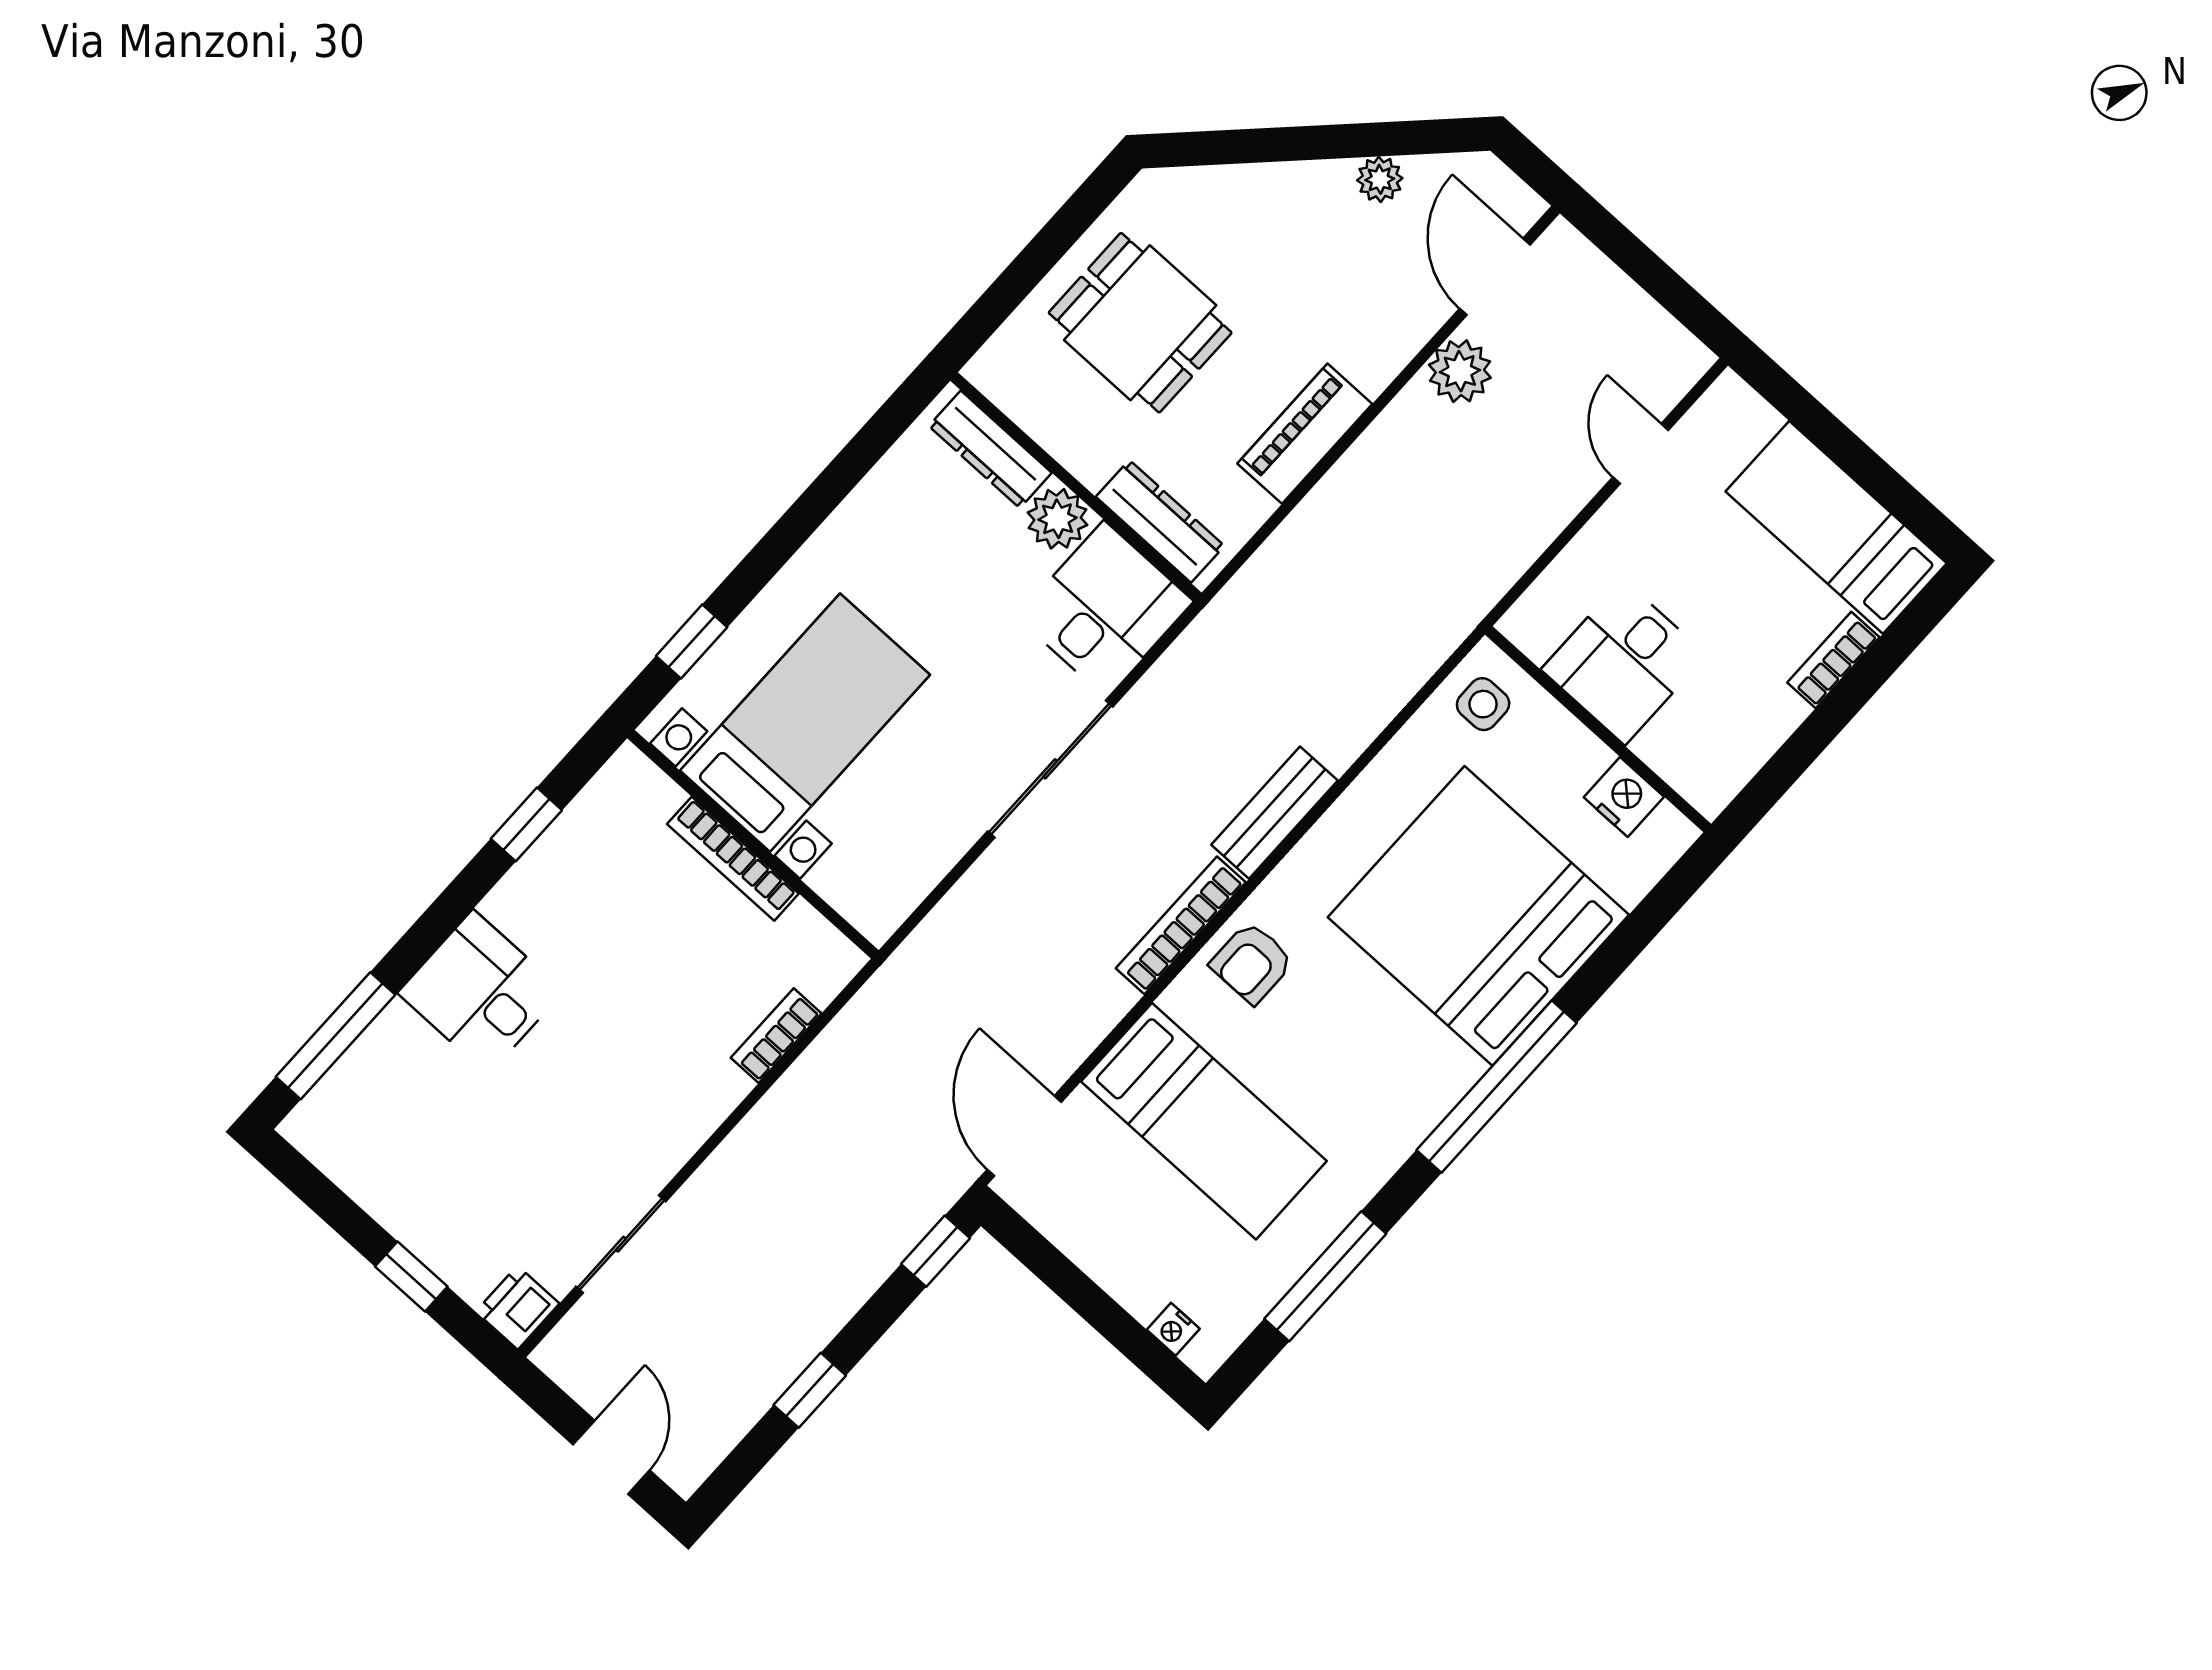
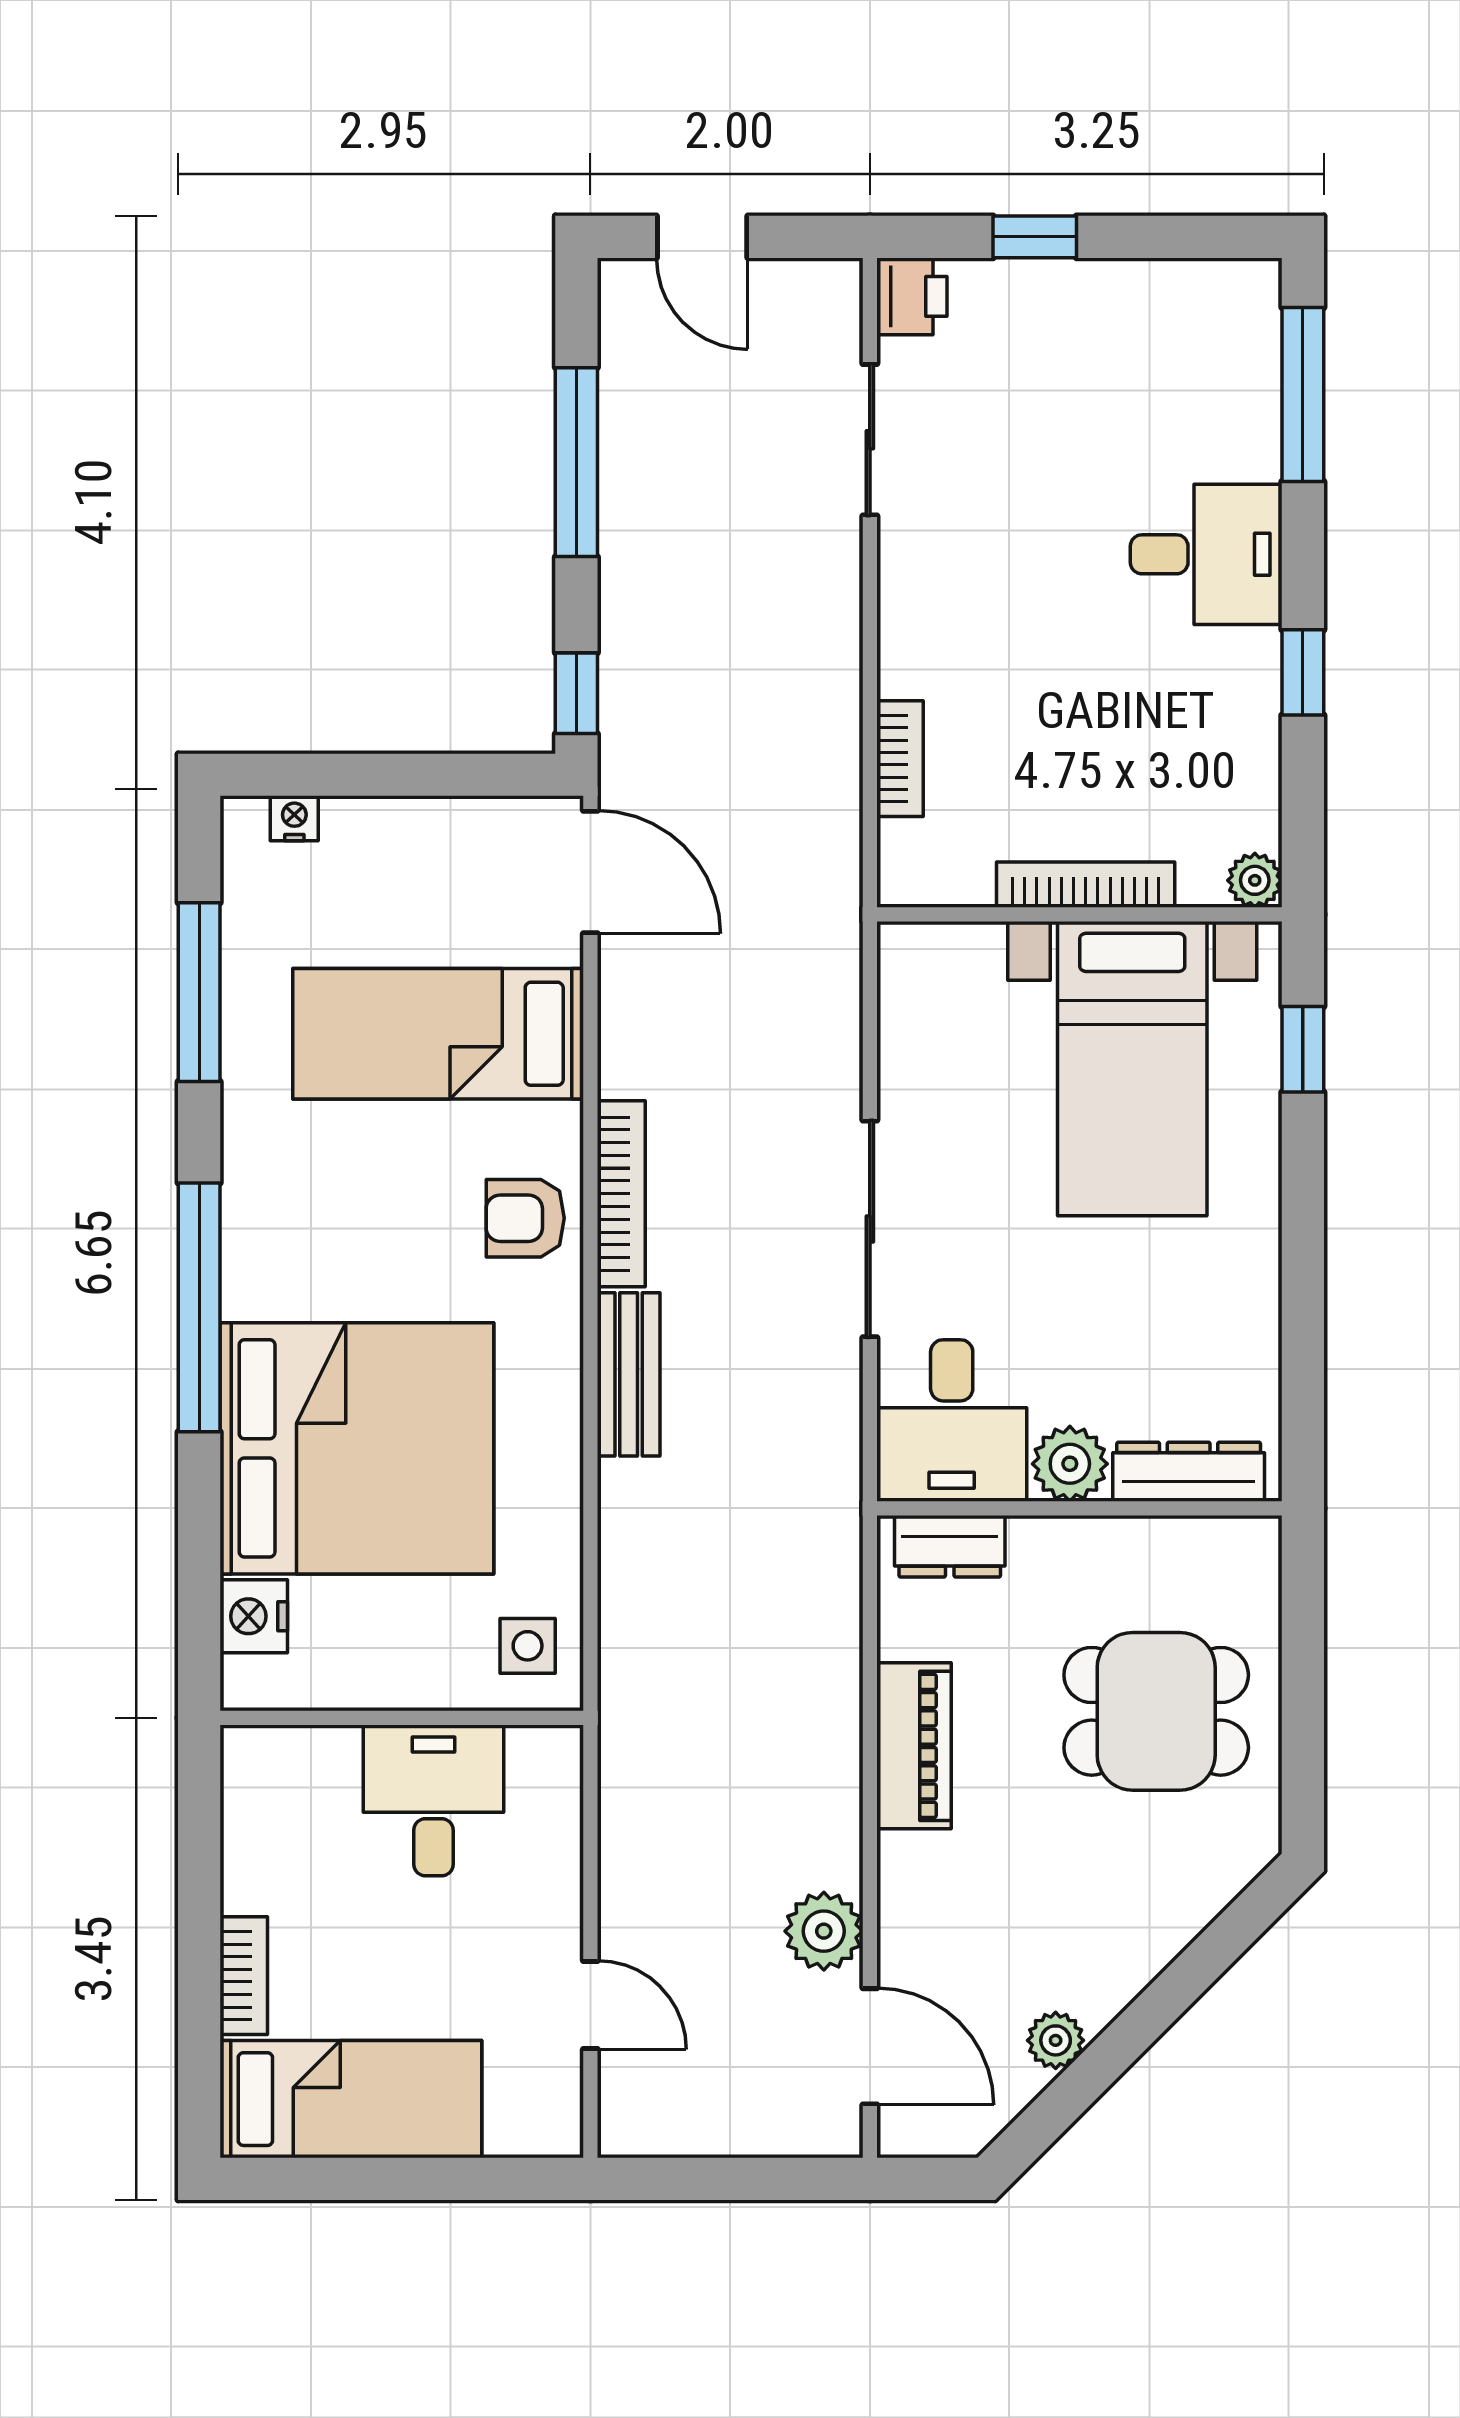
dresser: (1160, 521) -> (950, 1546), width x0.70
plant: (629, 769) -> (1255, 880), added
nightstand: (1624, 797) -> (254, 1616), moved, turned 90
window: (526, 824) -> (1303, 672), moved
armchair: (1252, 963) -> (525, 1218), turned -90
window: (810, 1390) -> (576, 462), width x2.17

